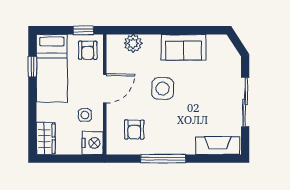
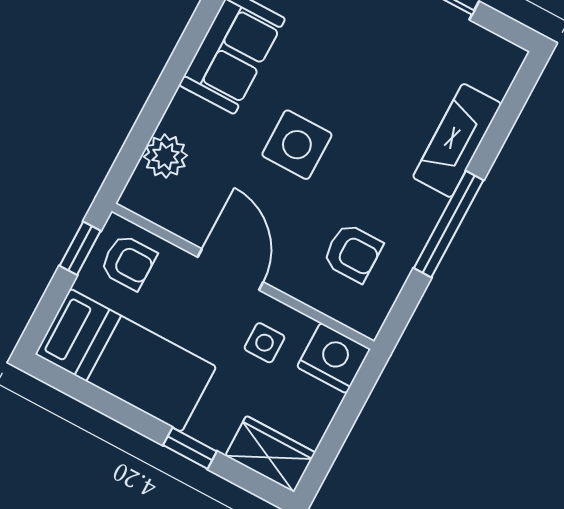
window: (32, 67) -> (190, 448), moved
fireplace: (218, 145) -> (457, 140), moved

